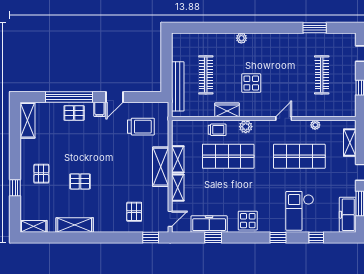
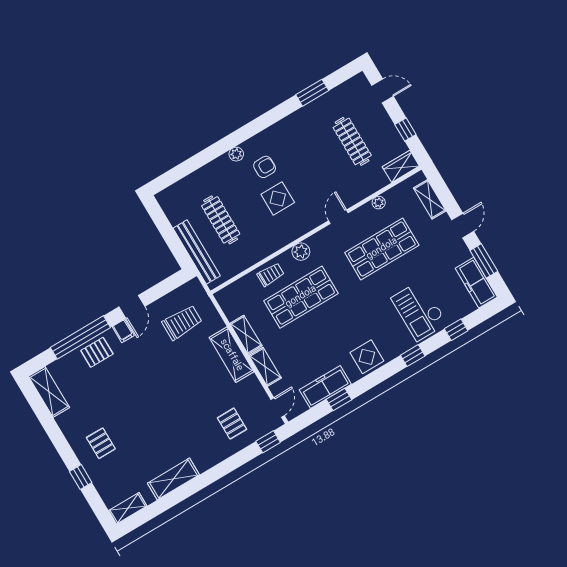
armchair: (255, 57) -> (265, 167), added
wardrobe: (227, 110) -> (401, 166), moved
pallet: (80, 181) -> (150, 426), removed

